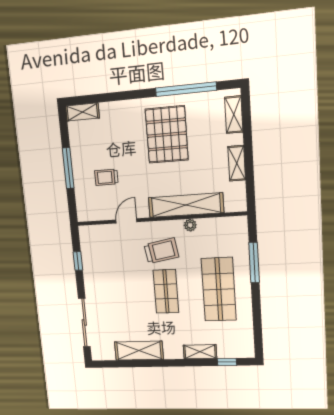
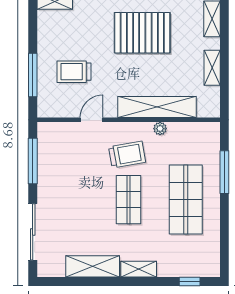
pallet: (167, 135) -> (142, 33), turned 90
window: (68, 168) -> (33, 75), moved
trolley: (106, 177) -> (74, 72), width x1.36, depth x1.39
window: (78, 261) -> (33, 161), width x2.17
shelving: (200, 352) -> (139, 269), moved

